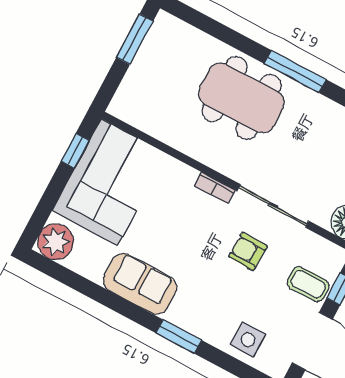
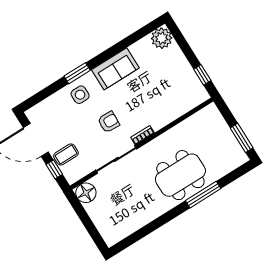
window: (295, 72) -> (203, 195), moved
corner sofa: (109, 182) -> (176, 83), removed
armchair: (248, 251) -> (109, 122), moved
side table: (248, 340) -> (80, 95), moved

